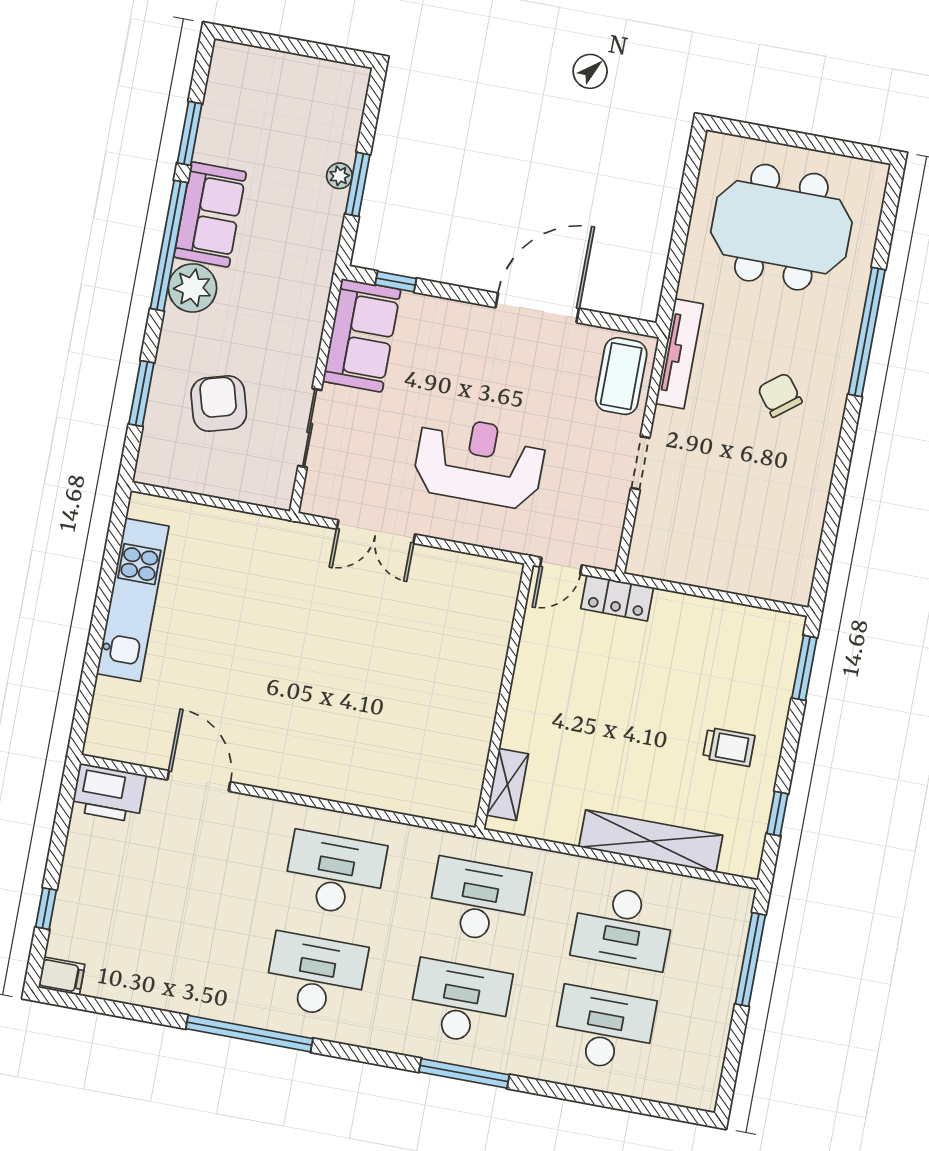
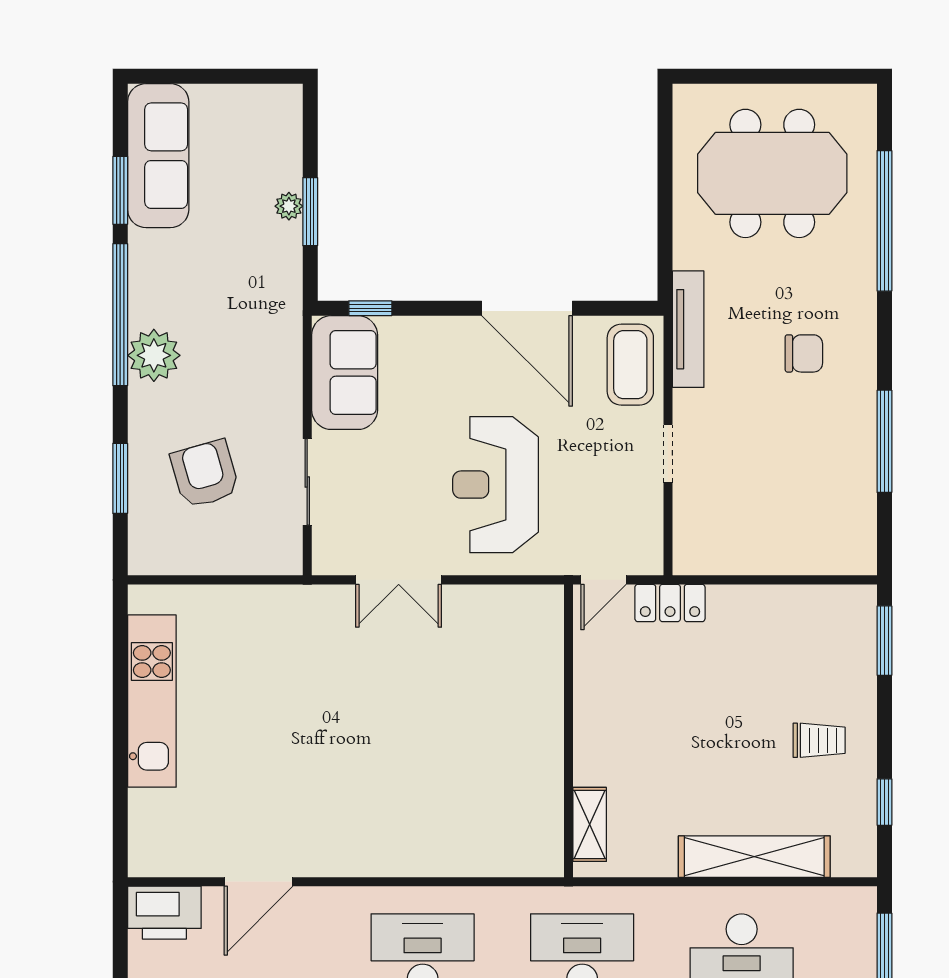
sofa: (210, 214) -> (158, 156), moved, width x1.36
door: (537, 308) -> (527, 308), swing flipped
window: (867, 332) -> (884, 221), moved
chair: (780, 395) -> (804, 353), turned 128
reception desk: (479, 462) -> (496, 485), turned -90
window: (838, 488) -> (884, 441), added
door: (199, 781) -> (259, 882), swing flipped

